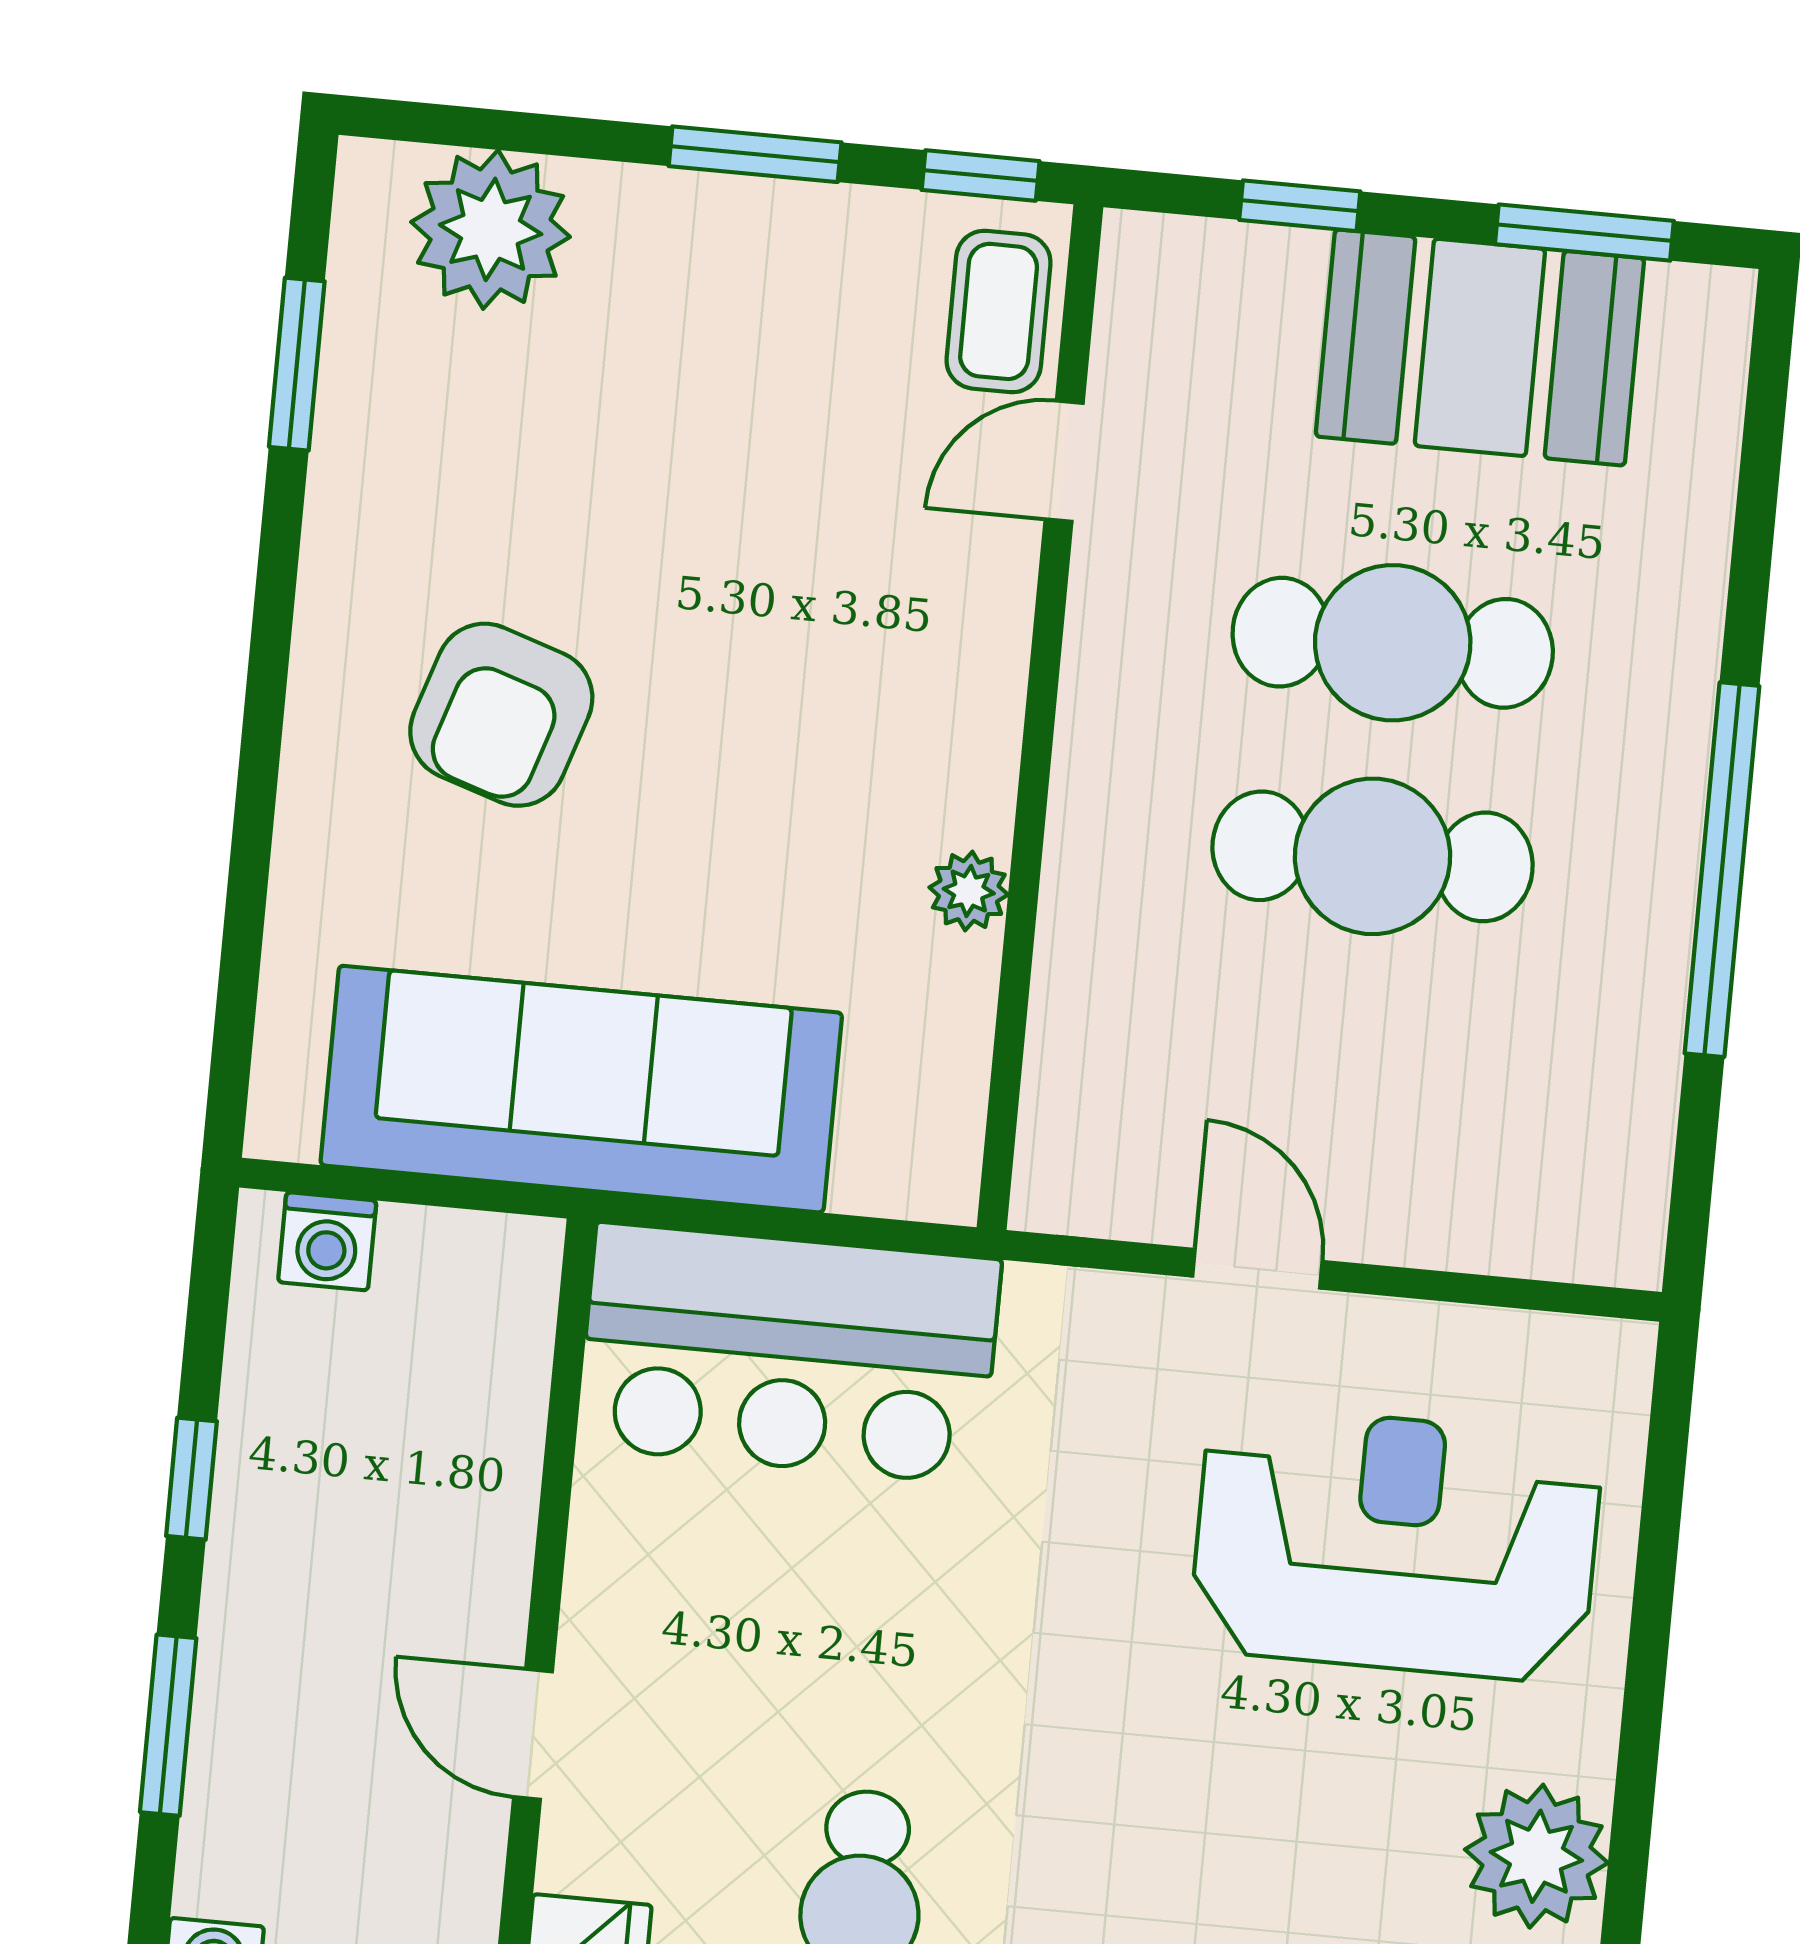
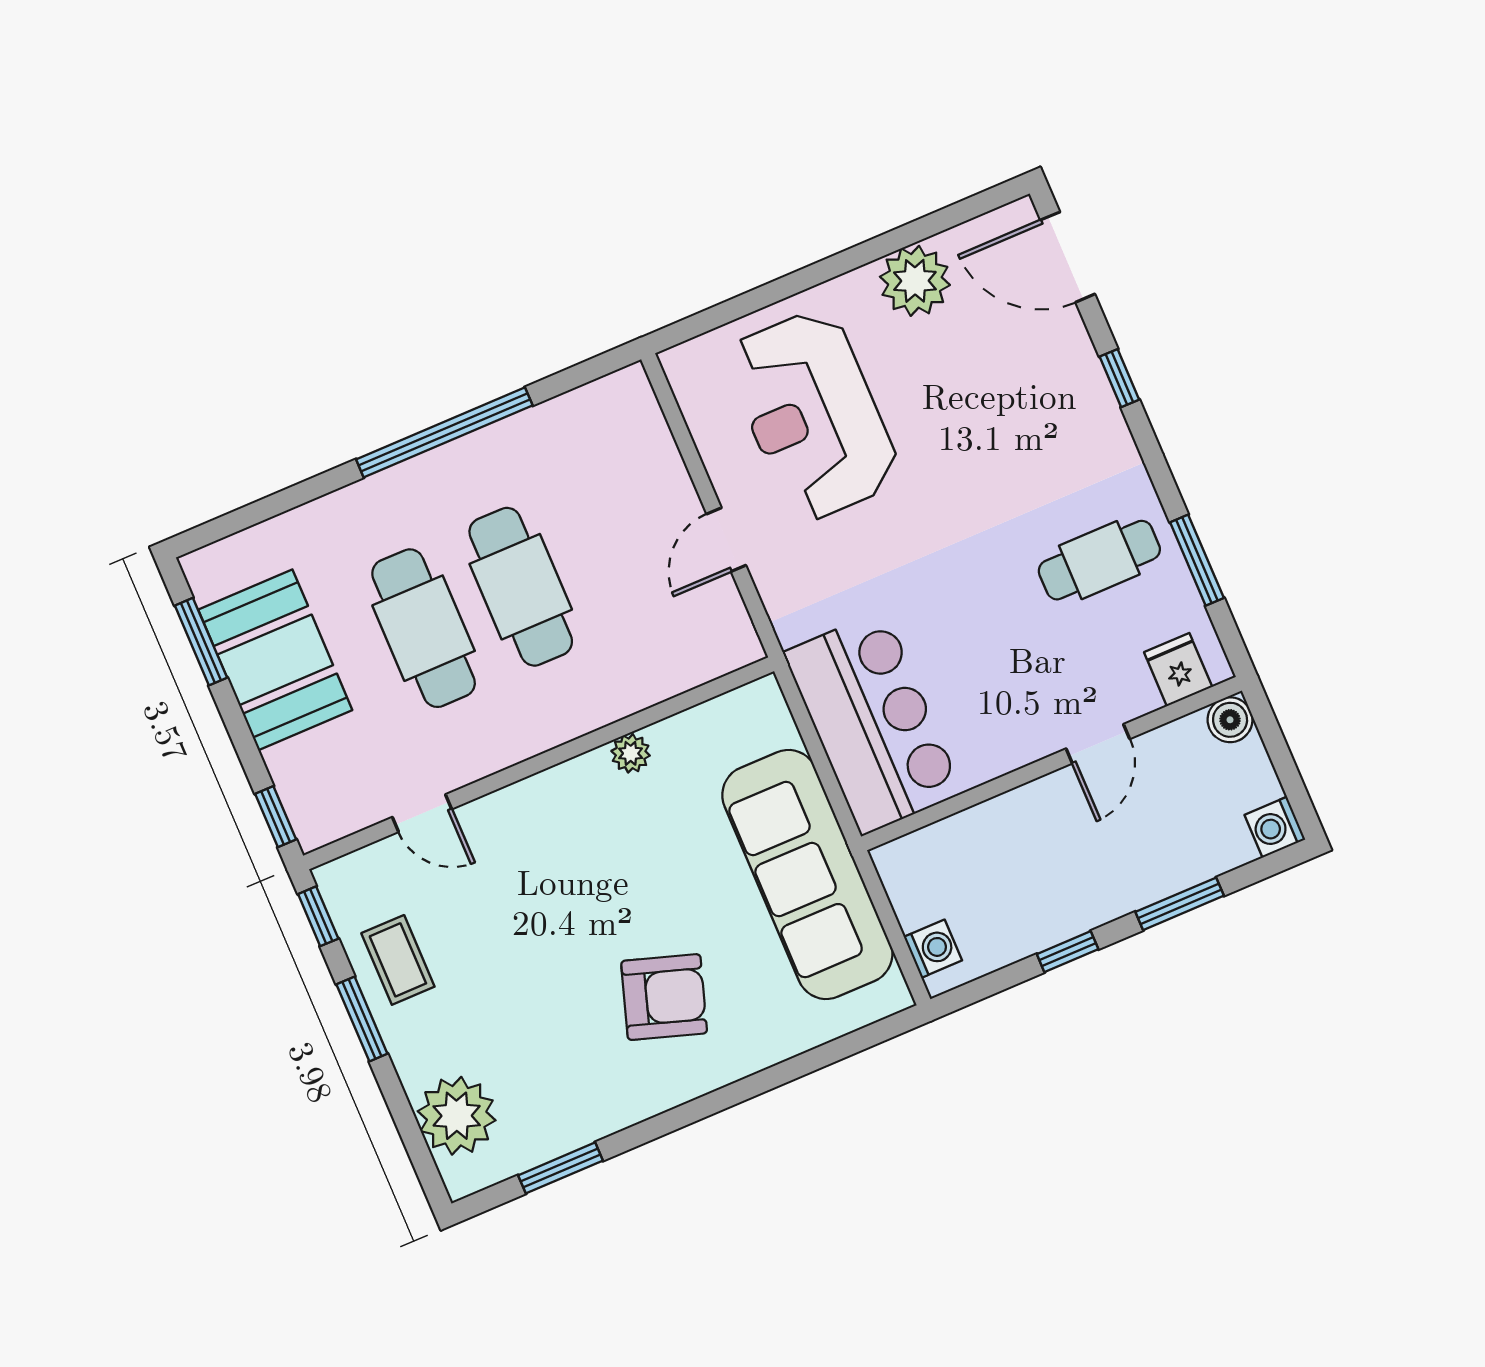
window: (1300, 206) -> (276, 817), moved
coffee table: (999, 311) -> (398, 960), moved, turned 90

